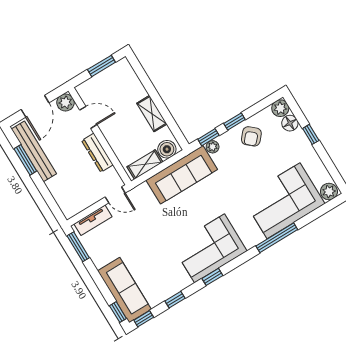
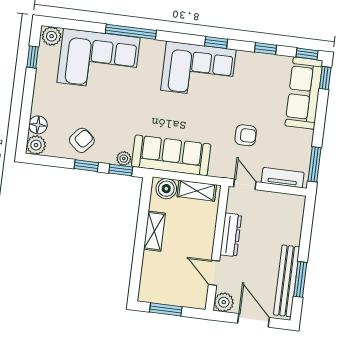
door: (35, 106) -> (254, 320), hinge flipped
window: (311, 134) -> (33, 57), moved
armchair: (141, 229) -> (246, 135), added

